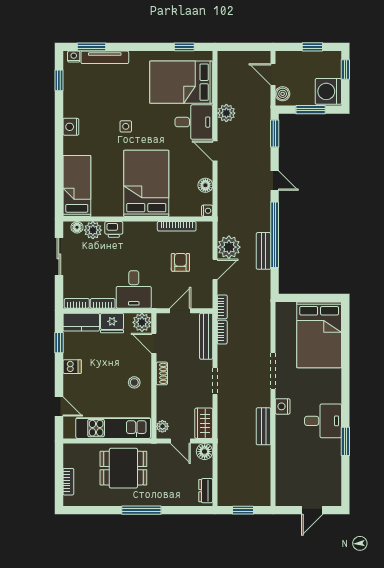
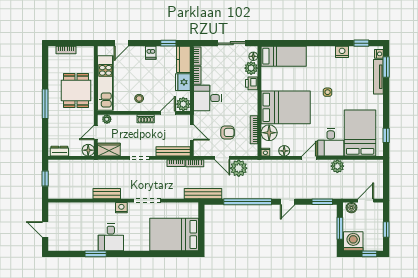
nightstand: (71, 127) -> (342, 52), moved
floor lamp: (181, 206) -> (269, 133), added
bench: (263, 251) -> (203, 194), moved, width x1.36

